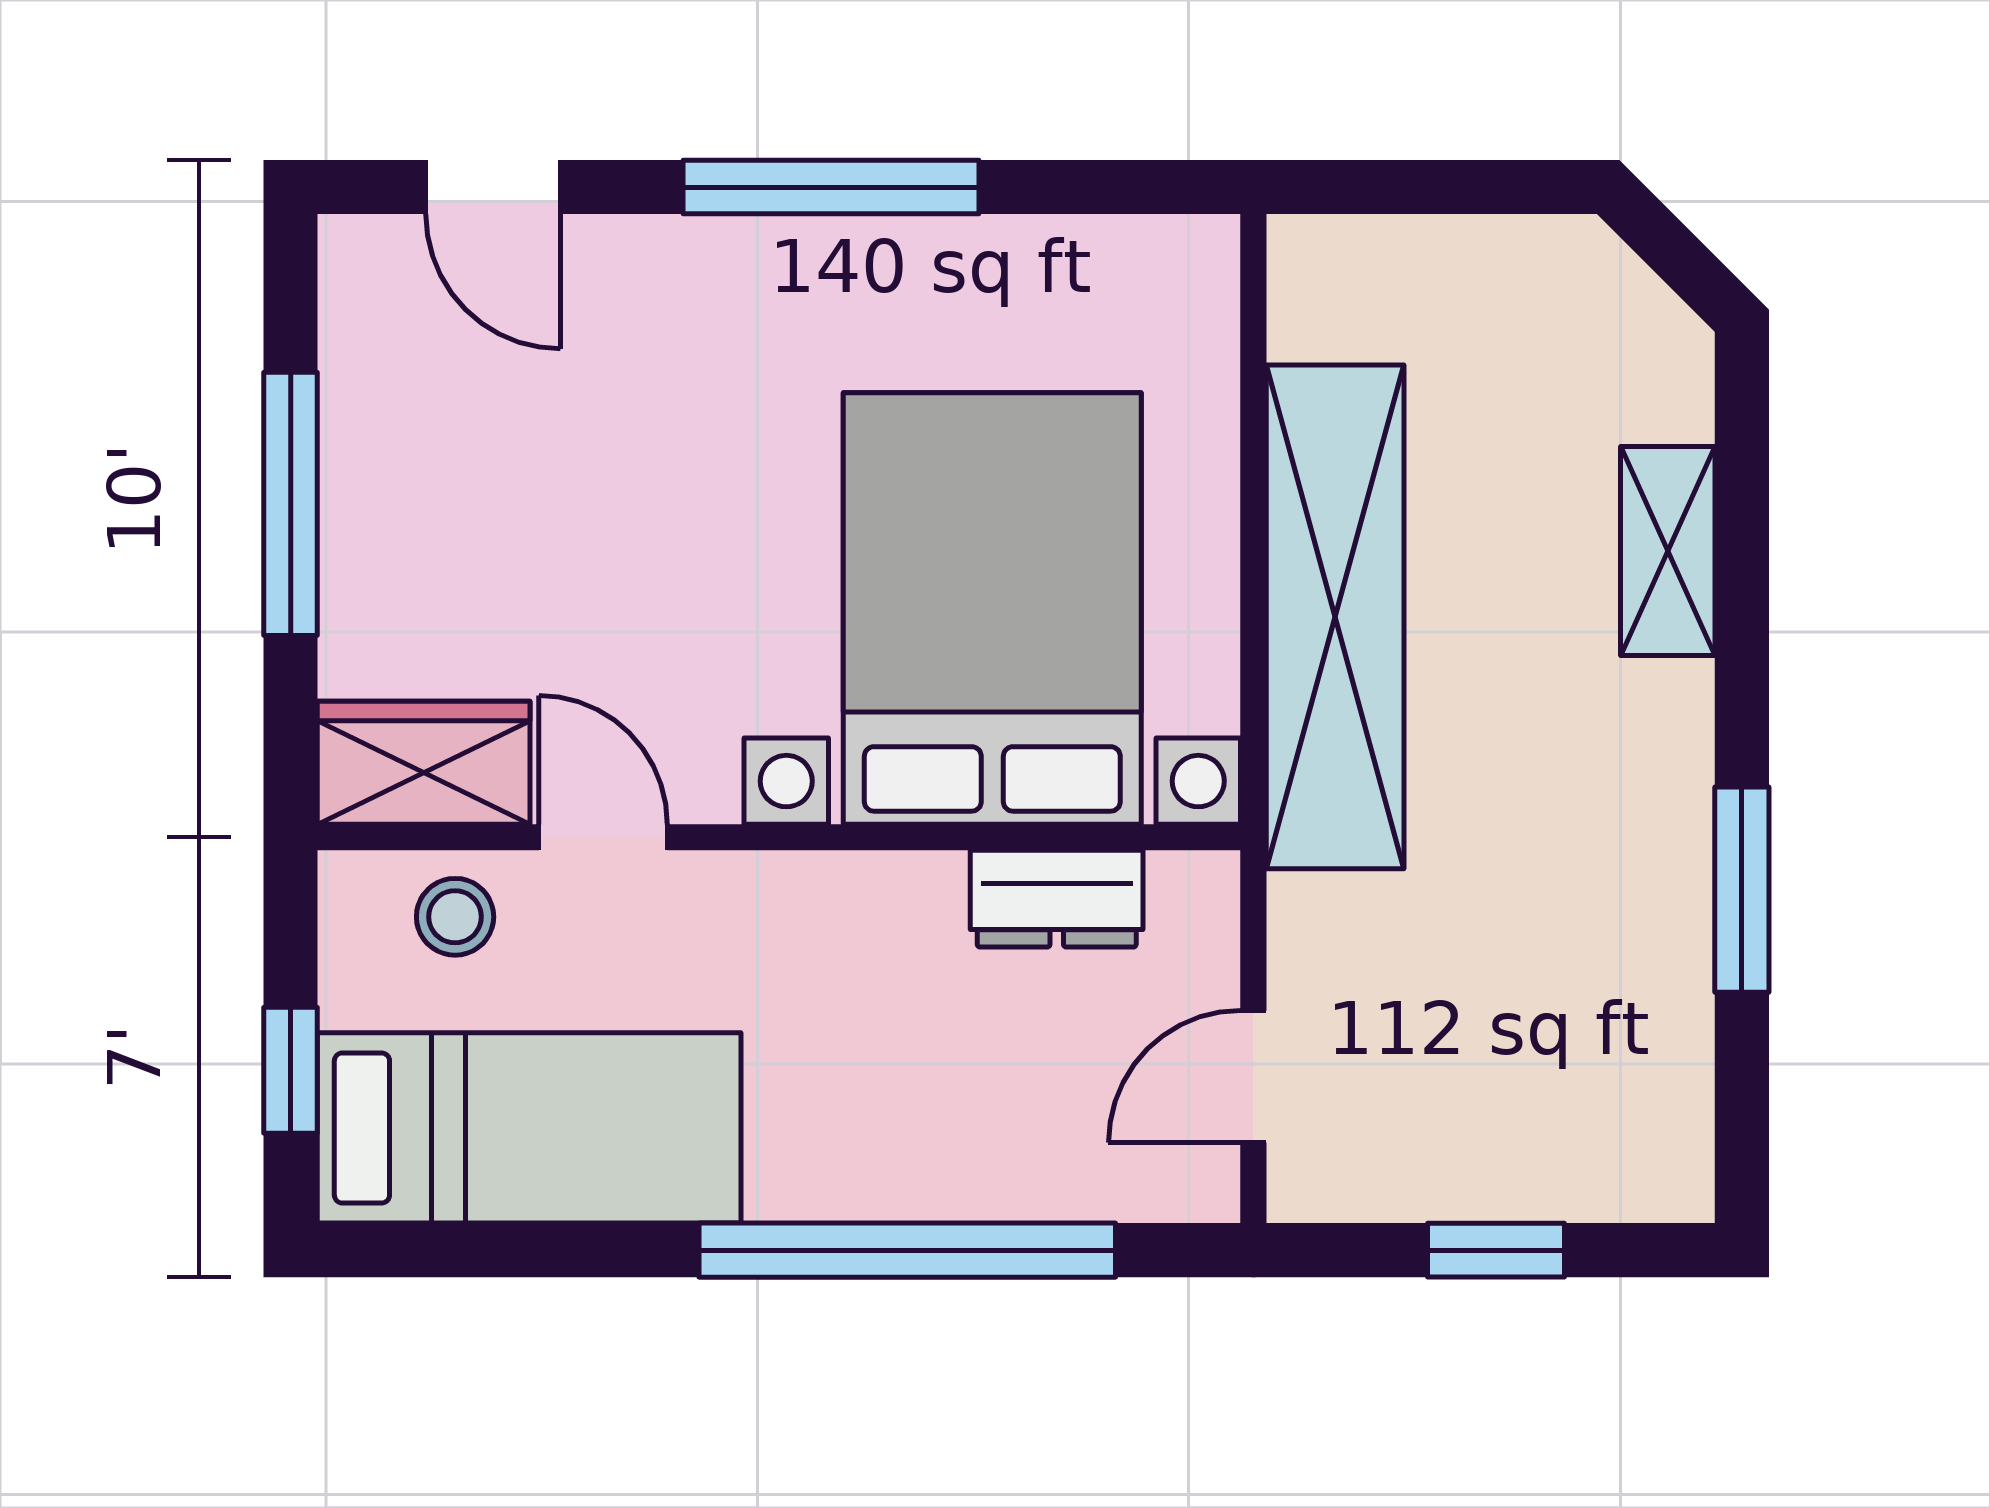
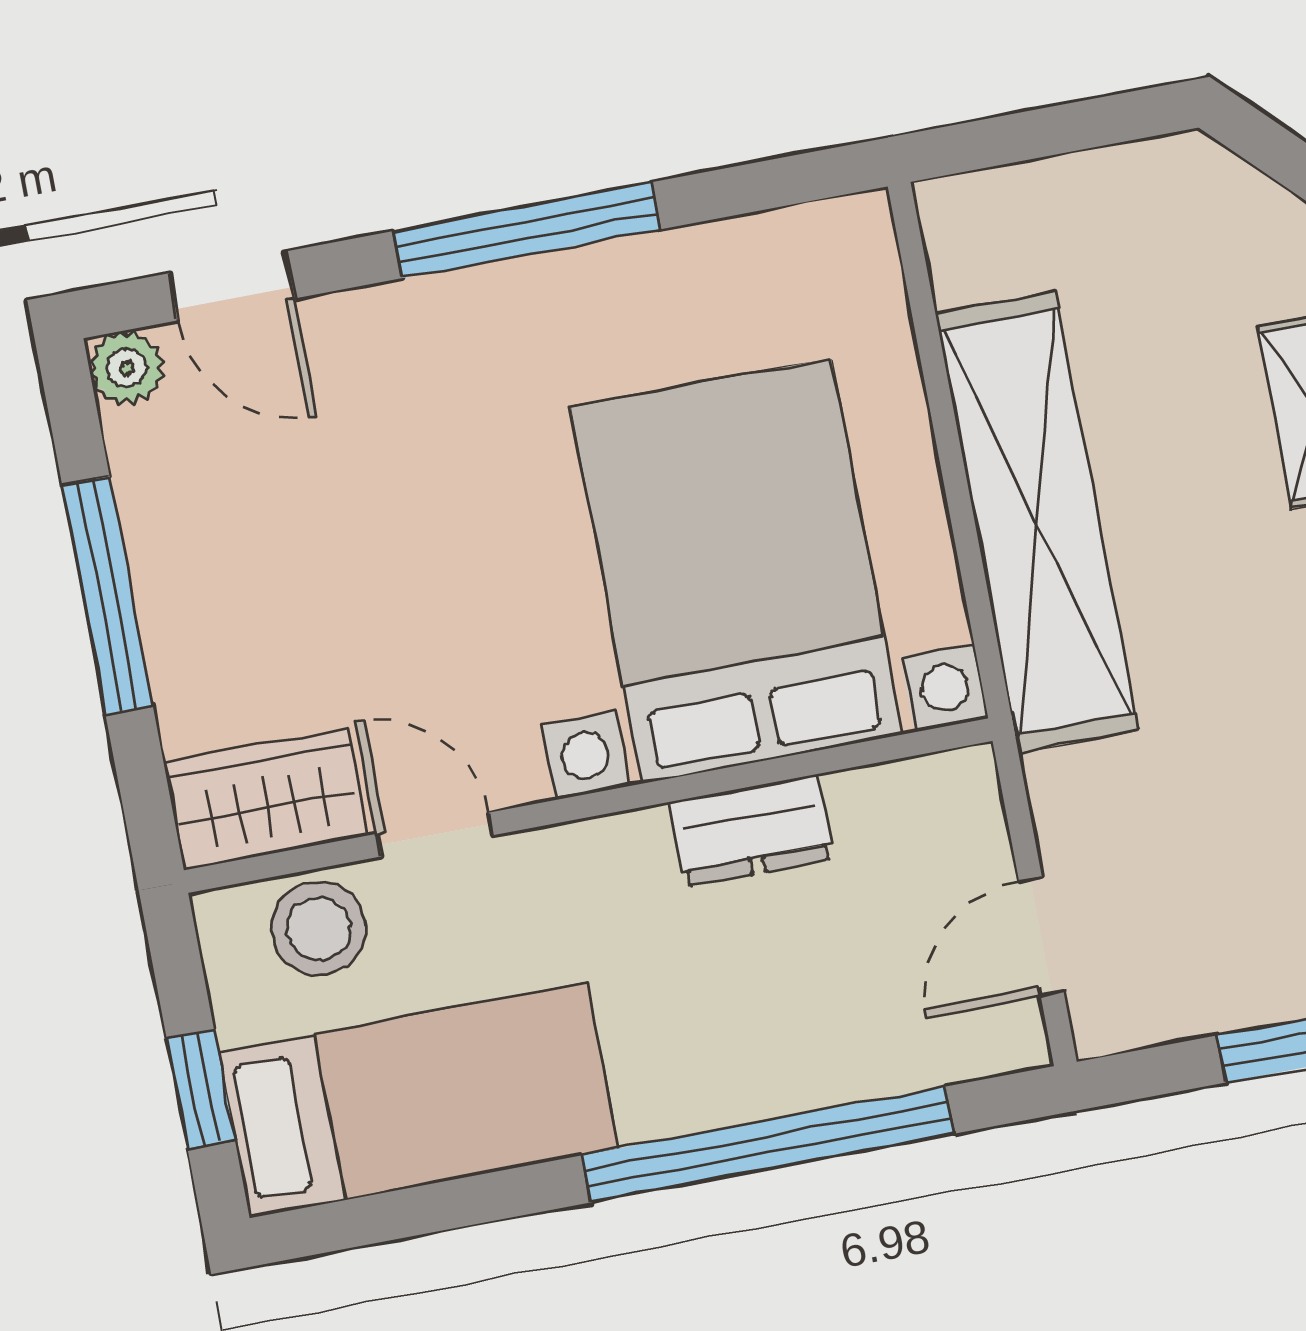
plant: (359, 256) -> (127, 368), added
dresser: (1057, 899) -> (751, 830), moved
stool: (455, 917) -> (319, 928), width x1.37, depth x1.37

